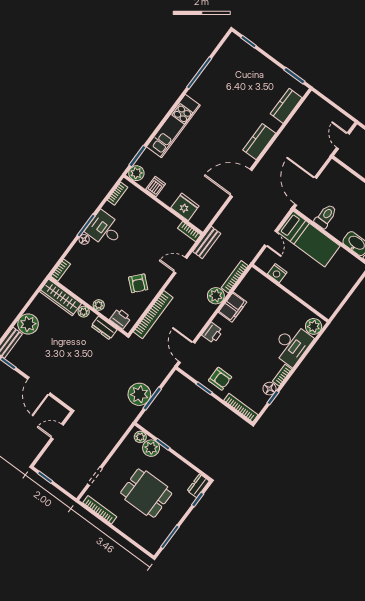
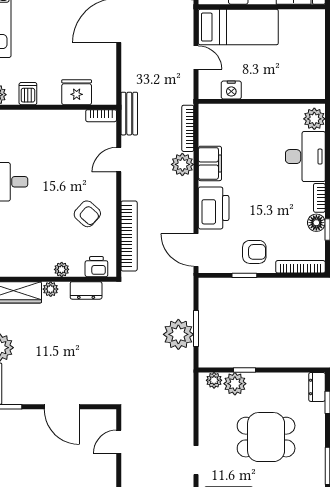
printer: (212, 333) -> (214, 208), width x1.87, depth x1.48

